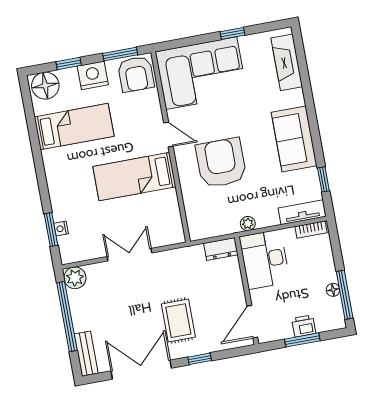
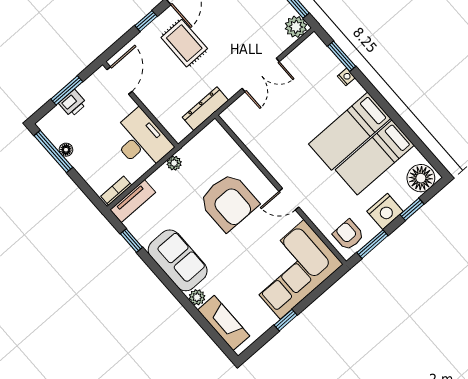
armchair: (136, 74) -> (348, 235), width x0.72, depth x0.72
plant: (296, 98) -> (197, 297), added
bed: (134, 177) -> (350, 131), moved, turned 180
nightstand: (61, 229) -> (346, 77), moved
dresser: (221, 249) -> (205, 109), moved, width x1.44

